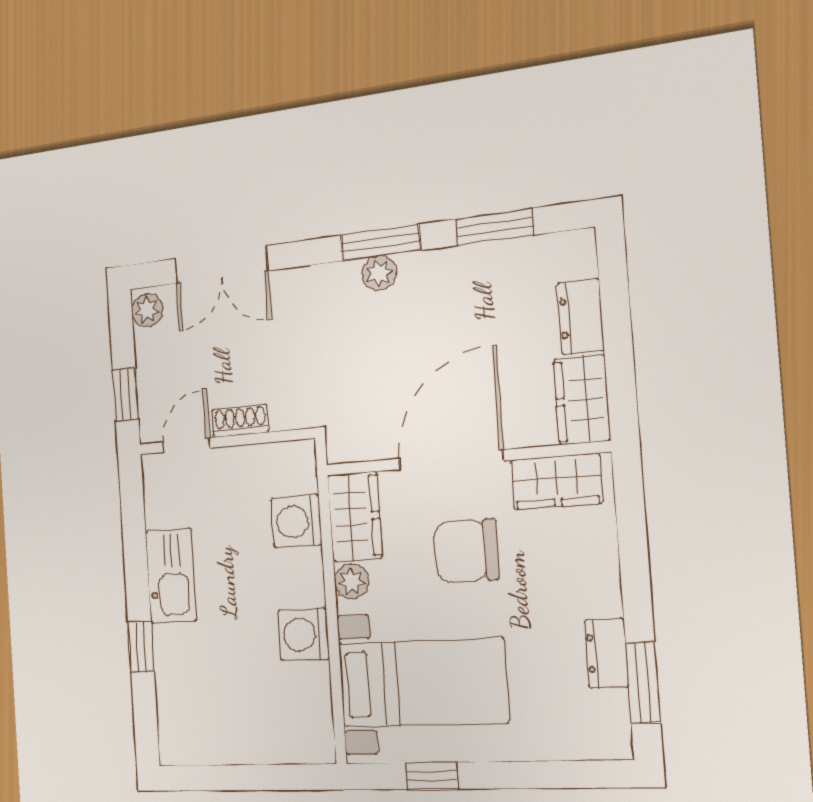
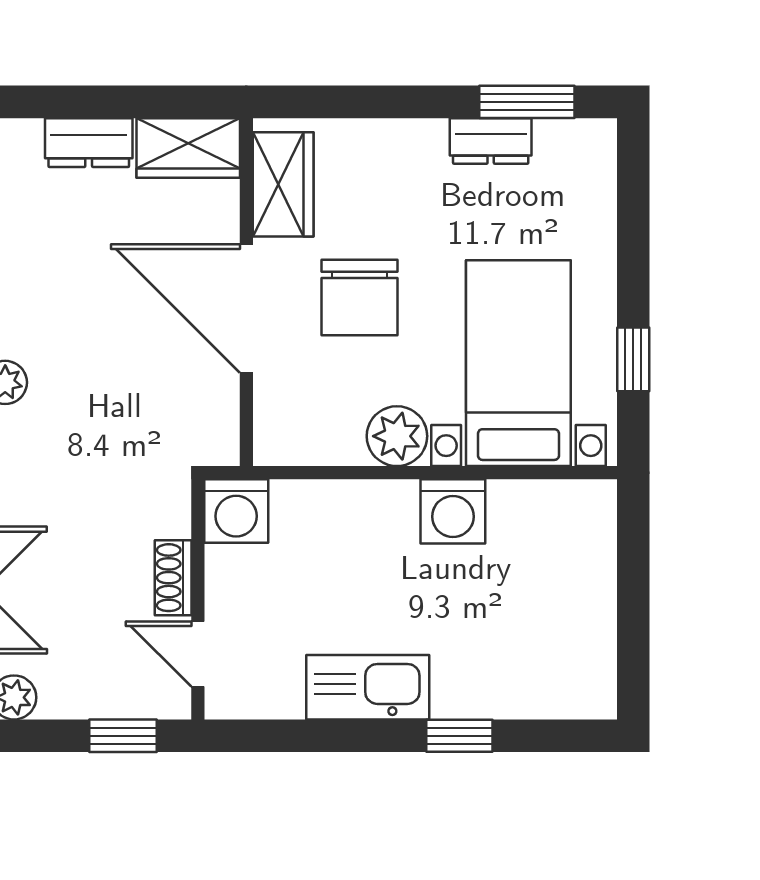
wardrobe: (355, 517) -> (308, 434), removed
washing machine: (296, 521) -> (236, 511), moved
plant: (351, 581) -> (397, 436), width x1.38, depth x1.38

